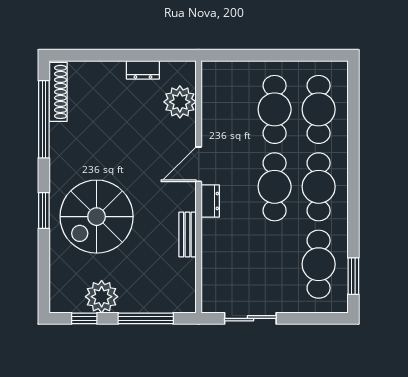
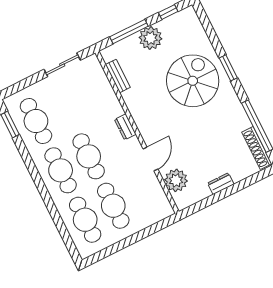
dresser: (143, 70) -> (221, 184), moved
door: (199, 164) -> (150, 159), moved
bench: (187, 234) -> (118, 76), moved
plant: (102, 297) -> (150, 38), moved

